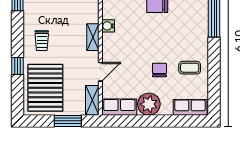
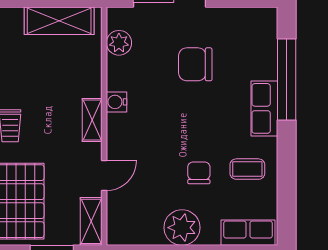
row of seats: (119, 107) -> (264, 108), moved, turned -90

